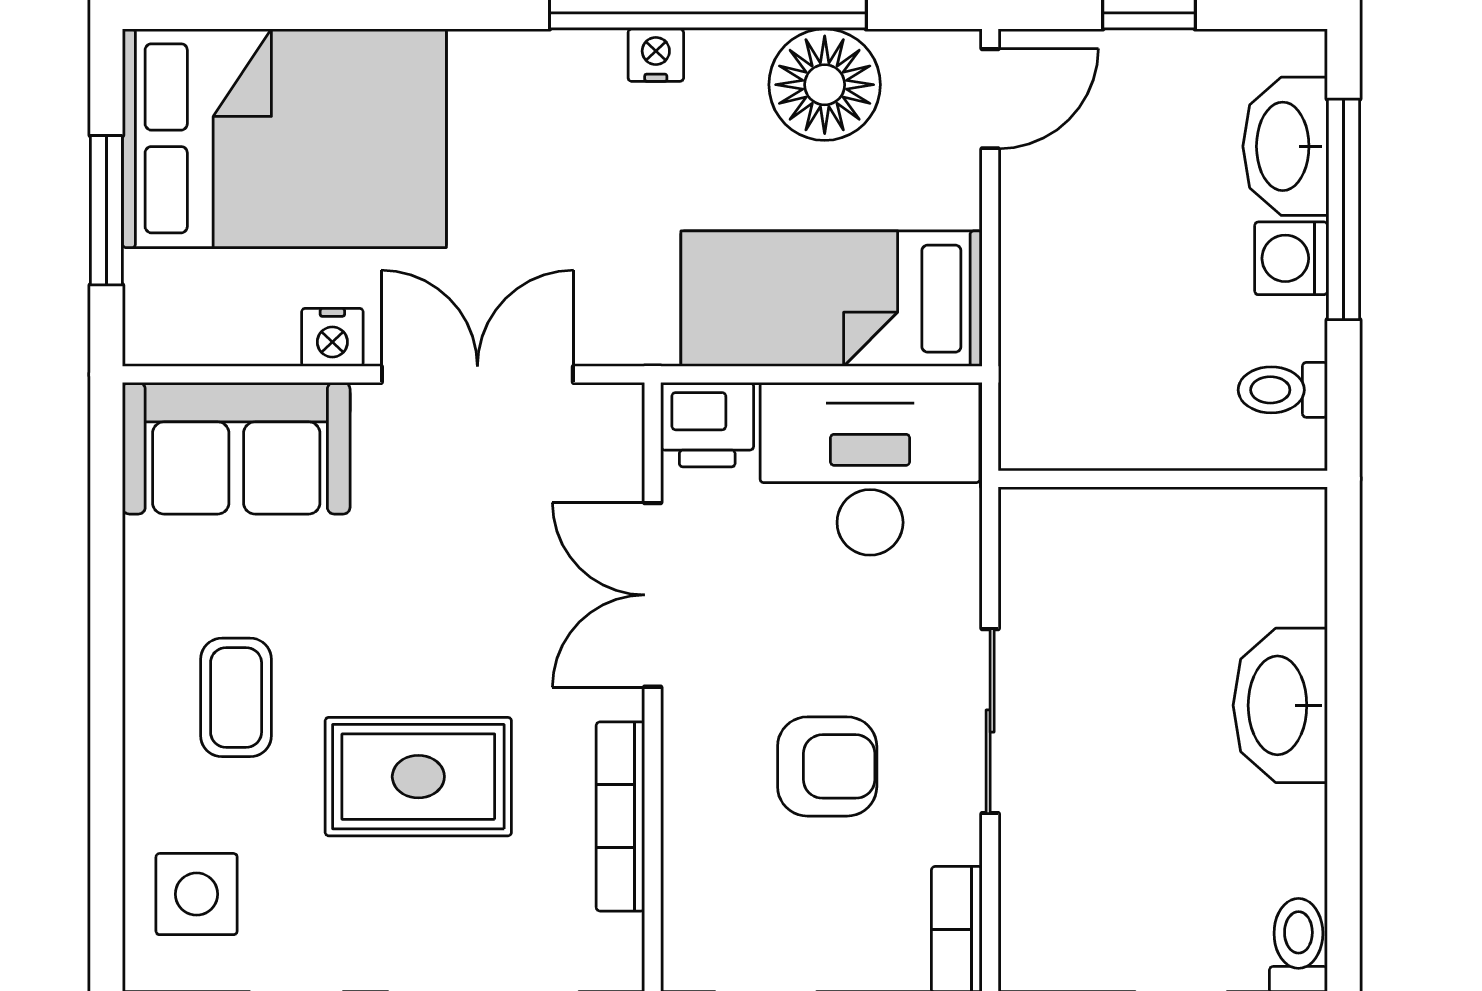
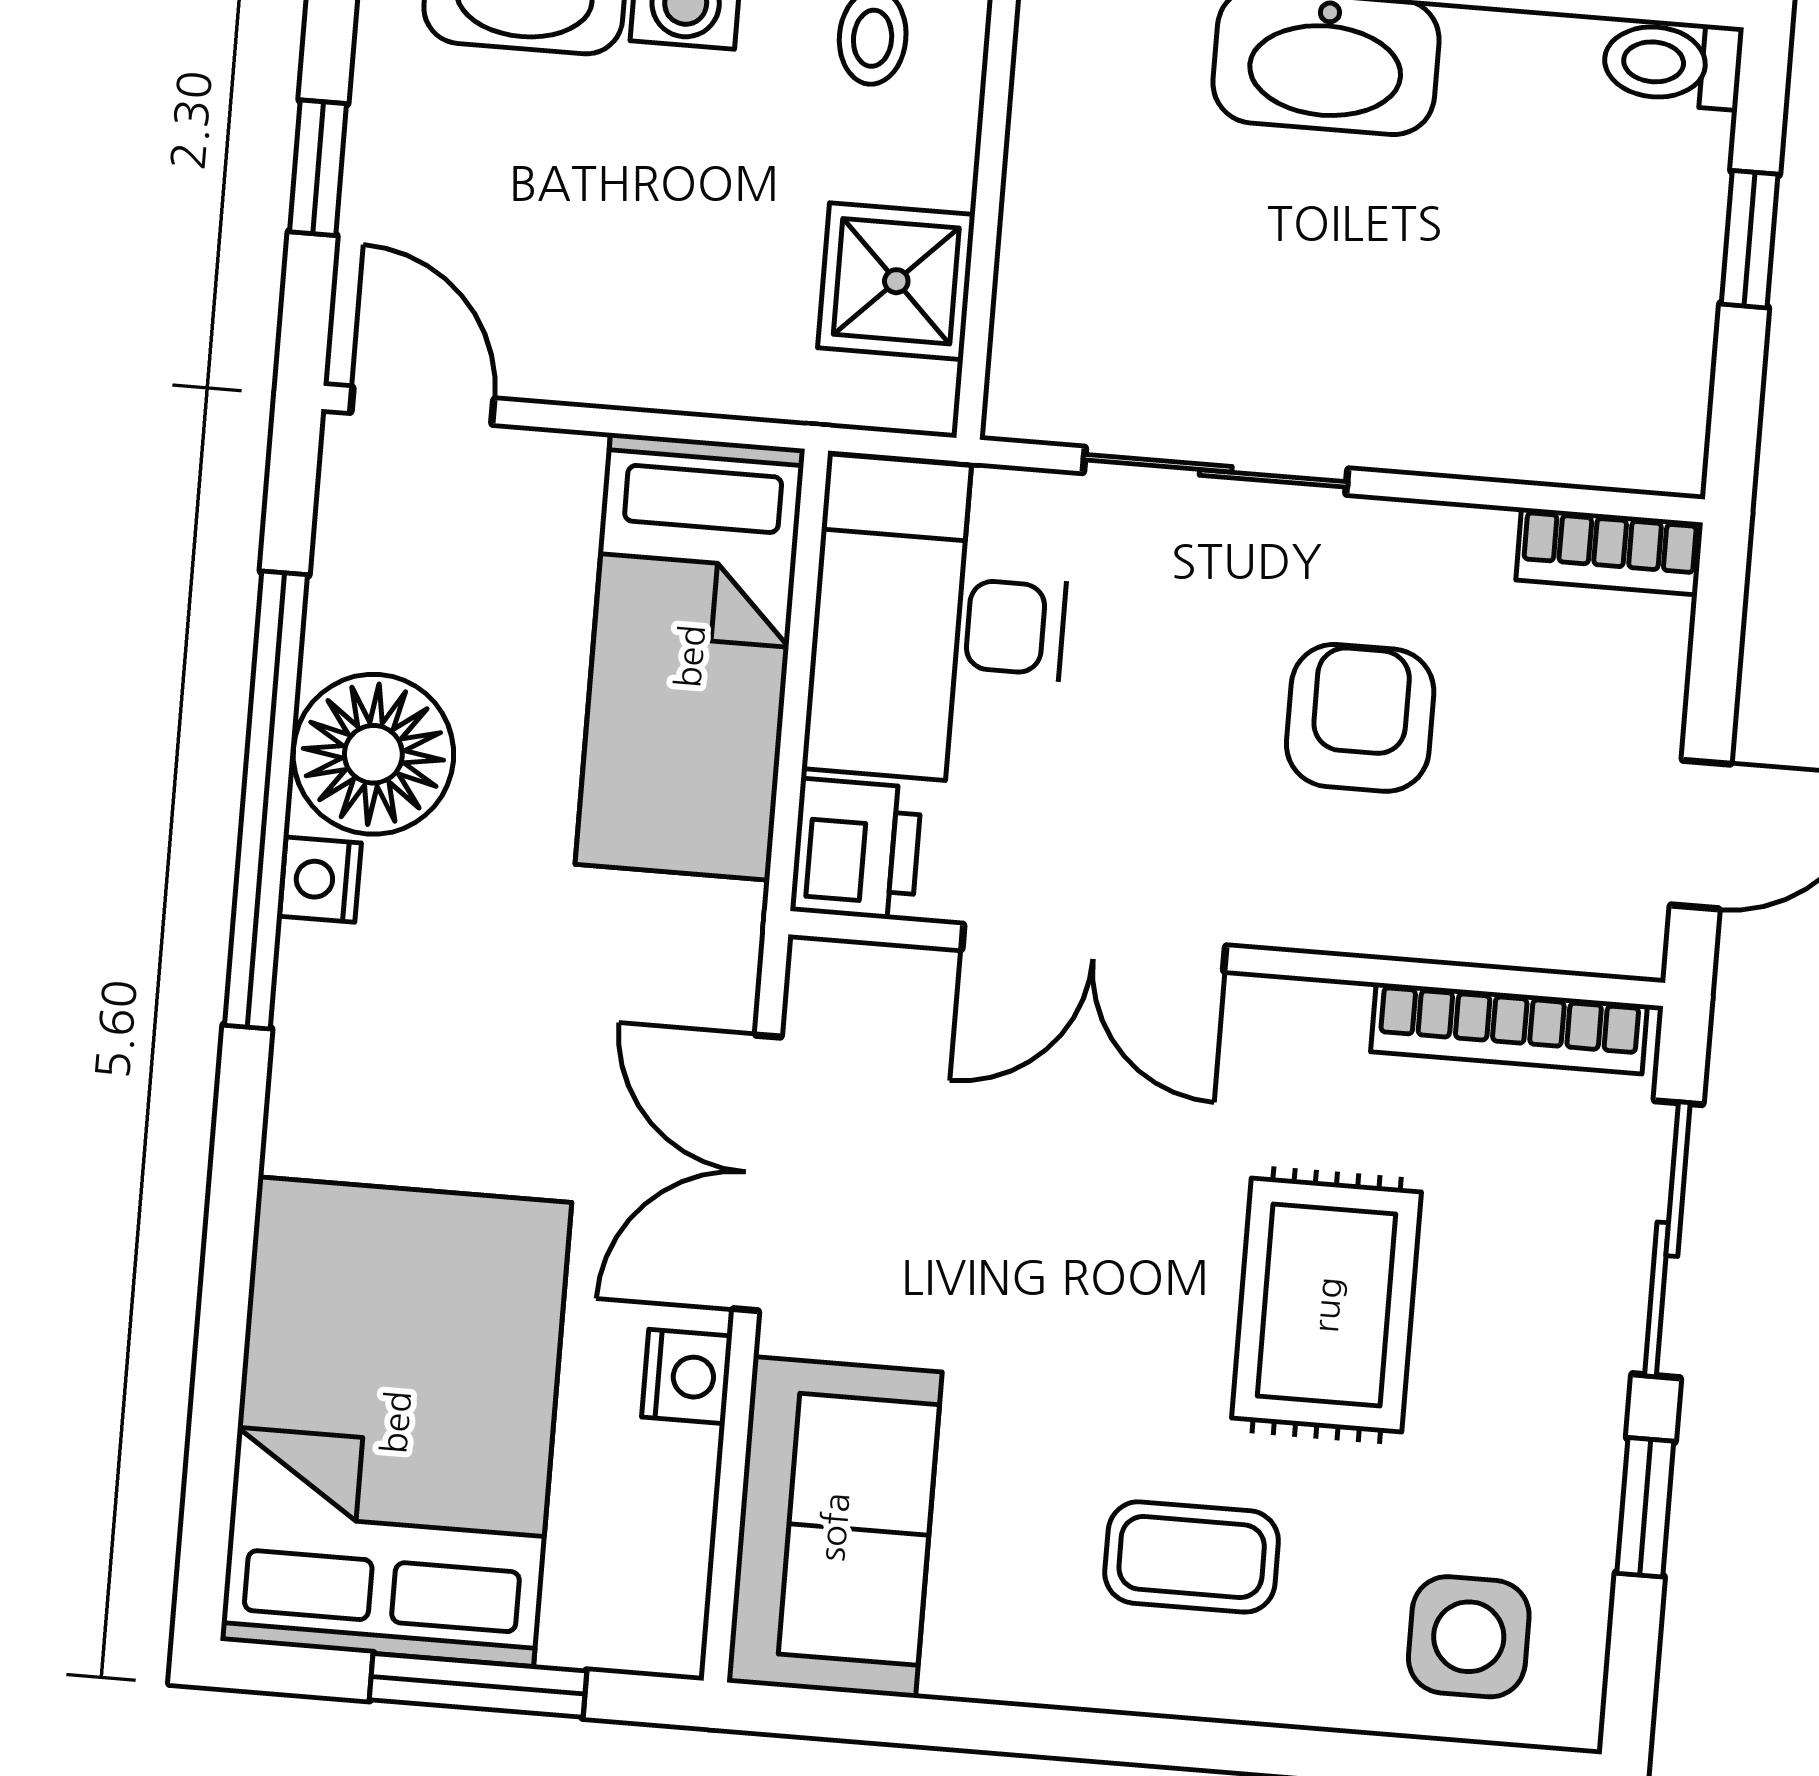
floor lamp: (825, 85) -> (373, 754), moved
shower: (1103, 420) -> (896, 281), added
sliding door: (990, 721) -> (1216, 471), moved
bookcase: (620, 816) -> (1509, 1028), moved

